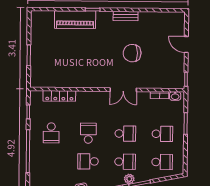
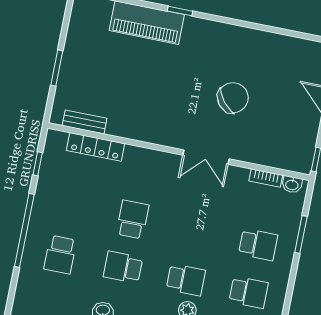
bench: (126, 16) -> (85, 122), moved
chair: (132, 53) -> (233, 98), turned 141
school desk: (51, 133) -> (60, 255), moved
school desk: (125, 134) -> (195, 232), removed

